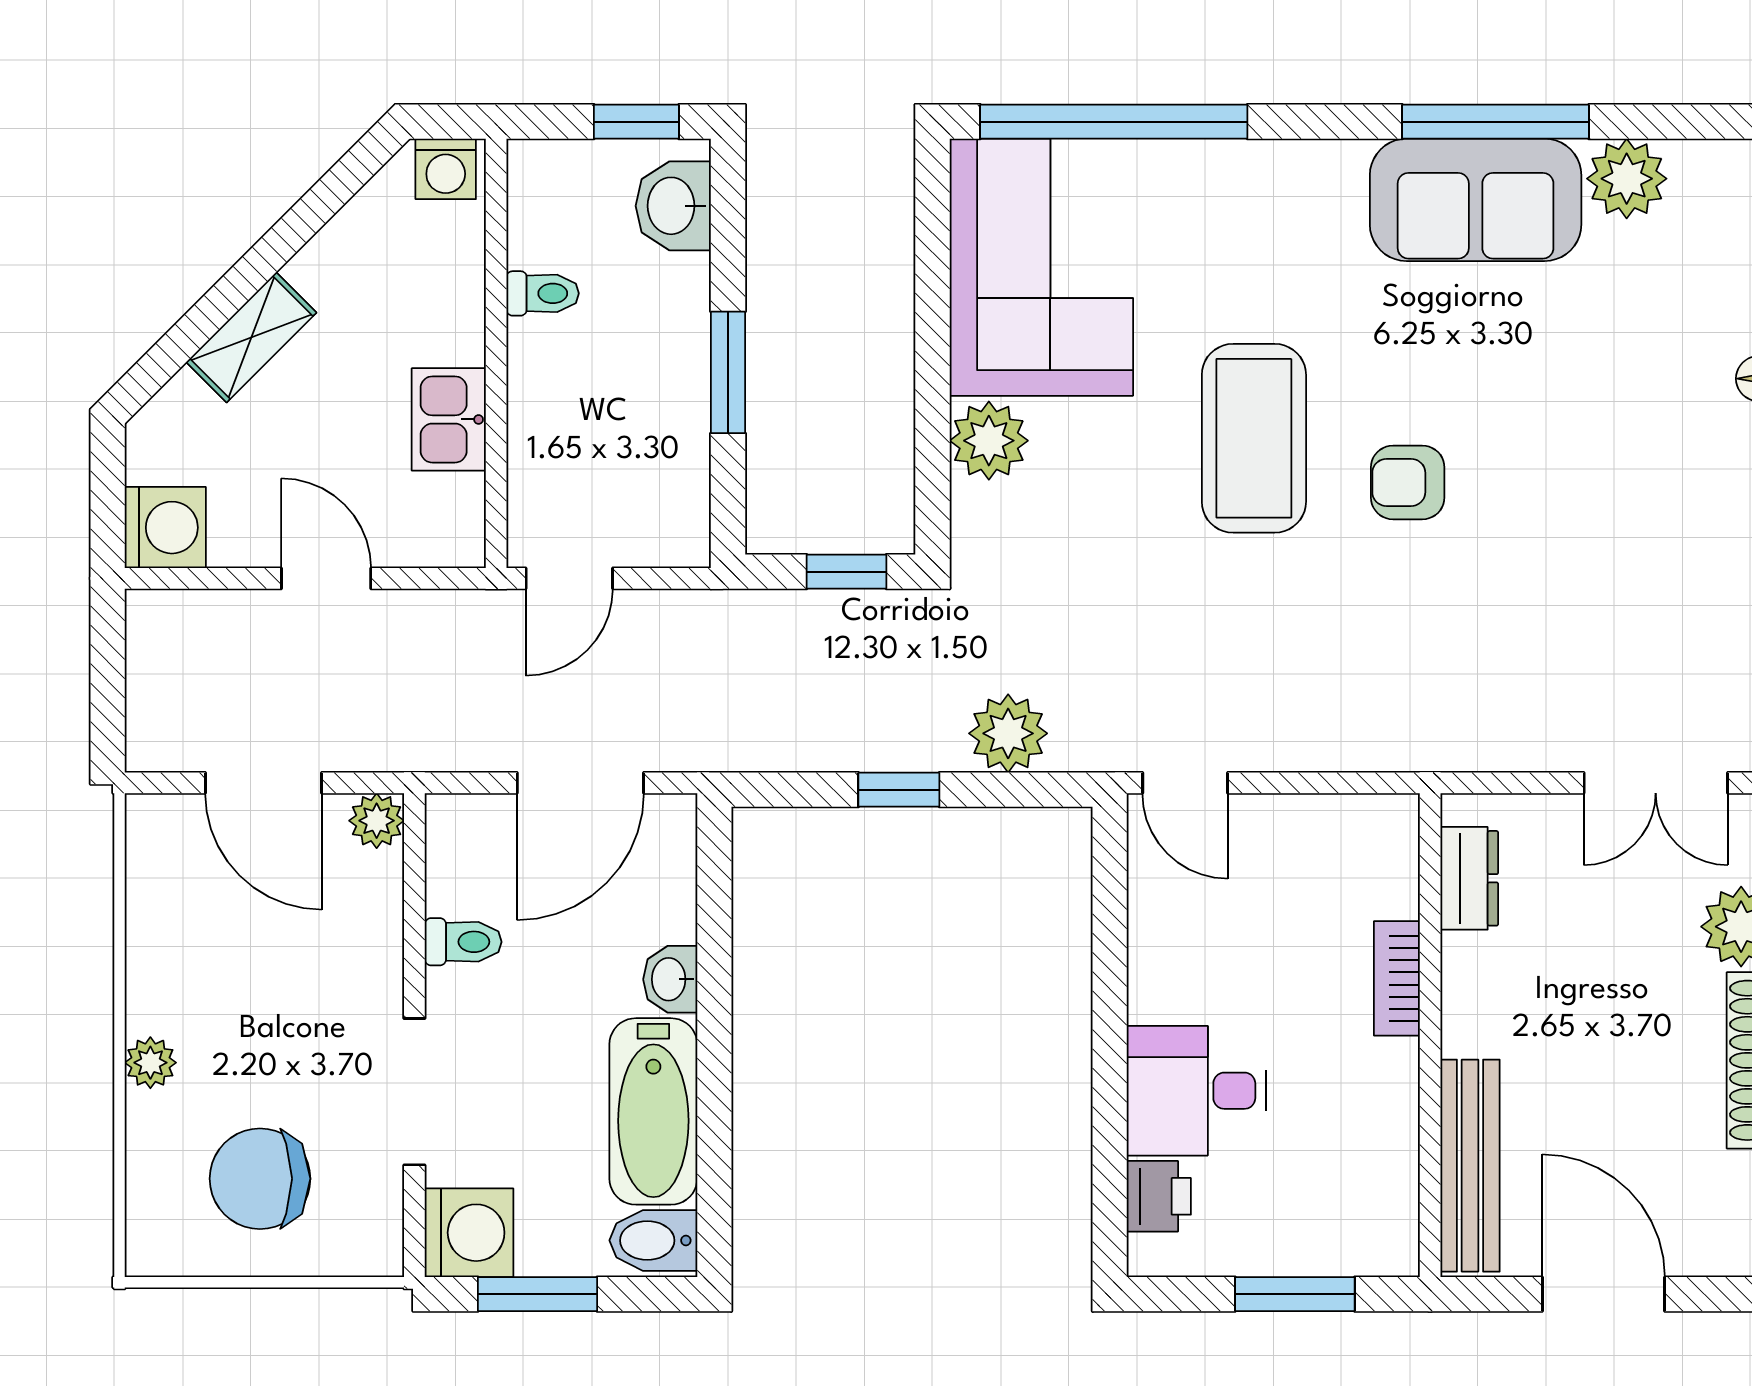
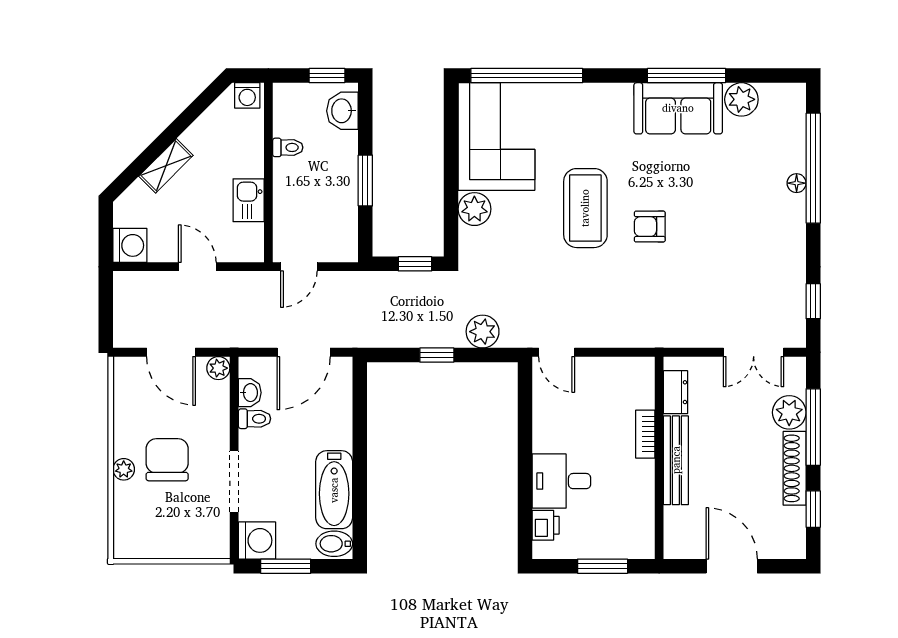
washbasin: (670, 979) -> (250, 393), moved, turned 180
bench: (1470, 1166) -> (676, 460), moved
chair: (260, 1179) -> (167, 460), moved, turned 90

